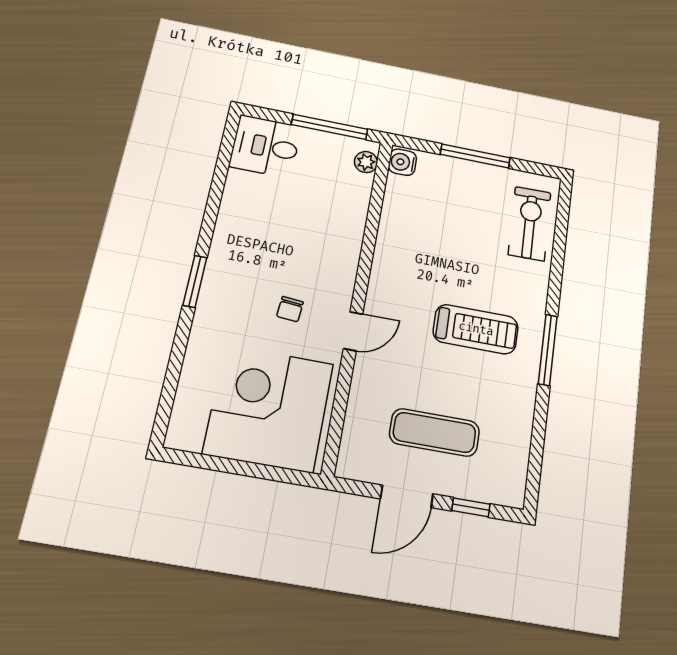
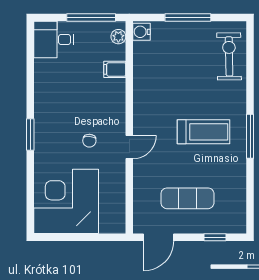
filing cabinet: (352, 208) -> (115, 69), added
corner desk: (269, 408) -> (66, 201), moved
door: (407, 496) -> (159, 237), moved

